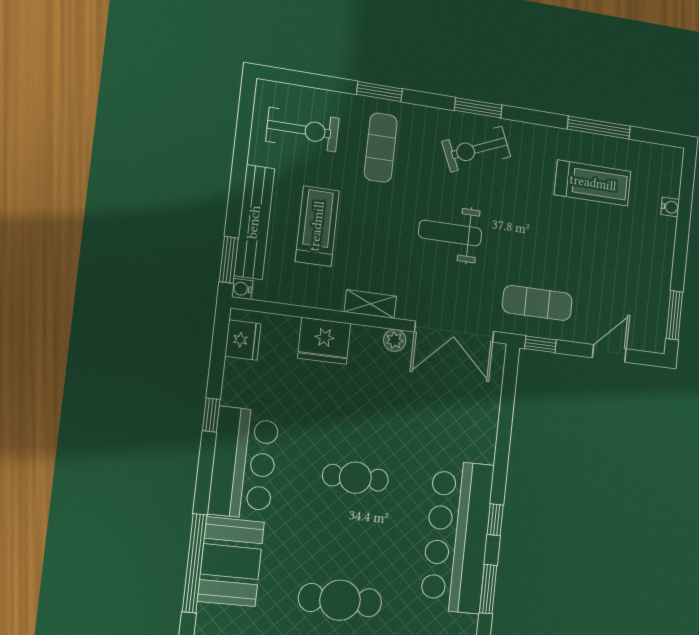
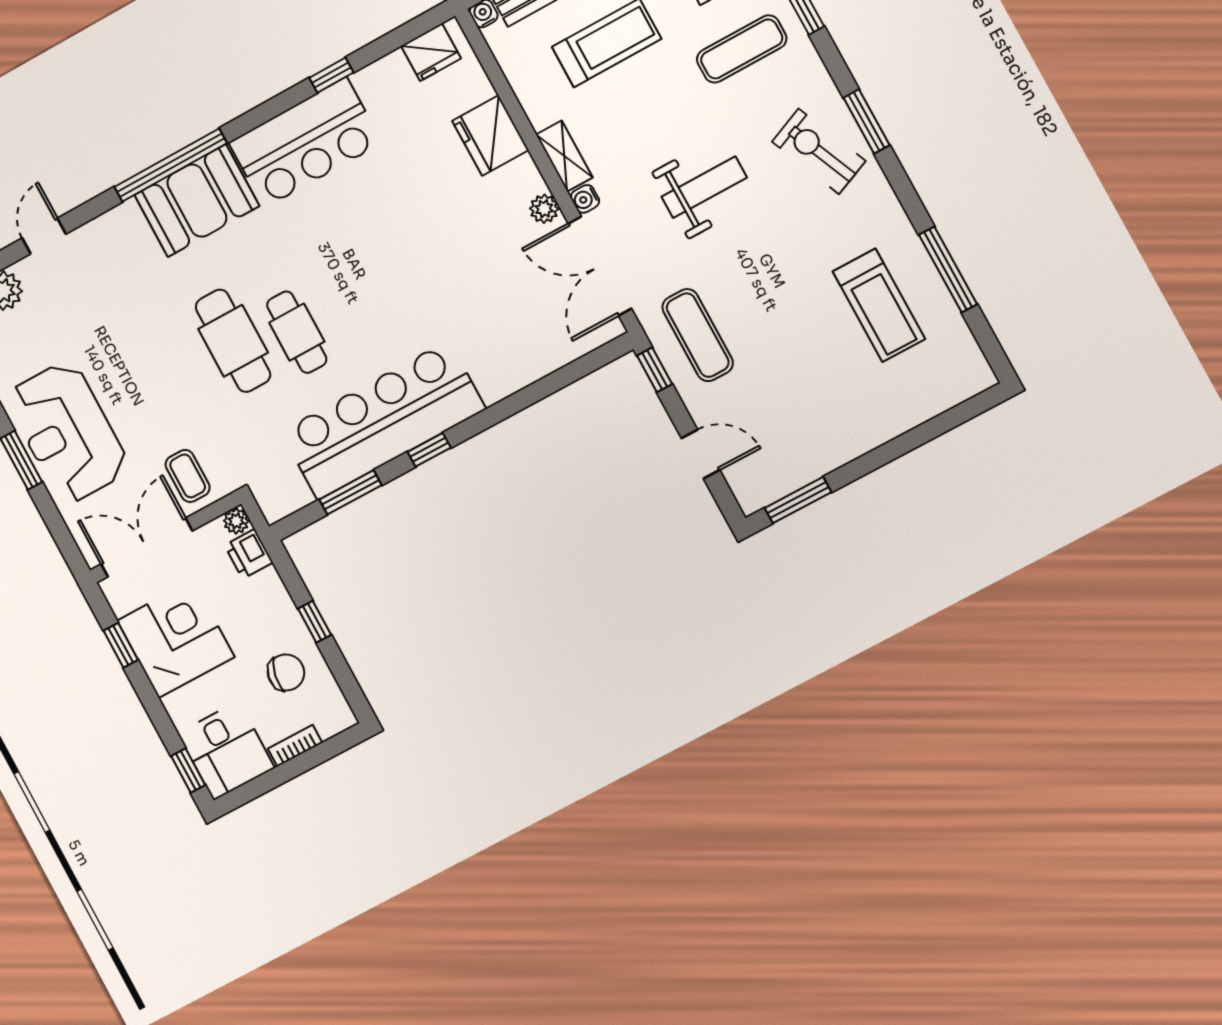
water cooler: (670, 207) -> (585, 199), moved, turned 90
weight bench: (450, 233) -> (704, 187), turned 90
cafe table: (355, 478) -> (297, 332), moved

